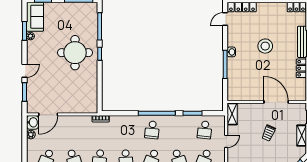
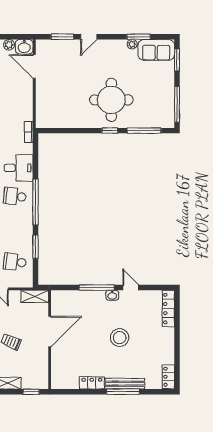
door: (225, 19) -> (131, 288), moved
door: (24, 71) -> (89, 37), hinge flipped
door: (276, 102) -> (50, 332), moved
desk: (129, 127) -> (19, 168), added

